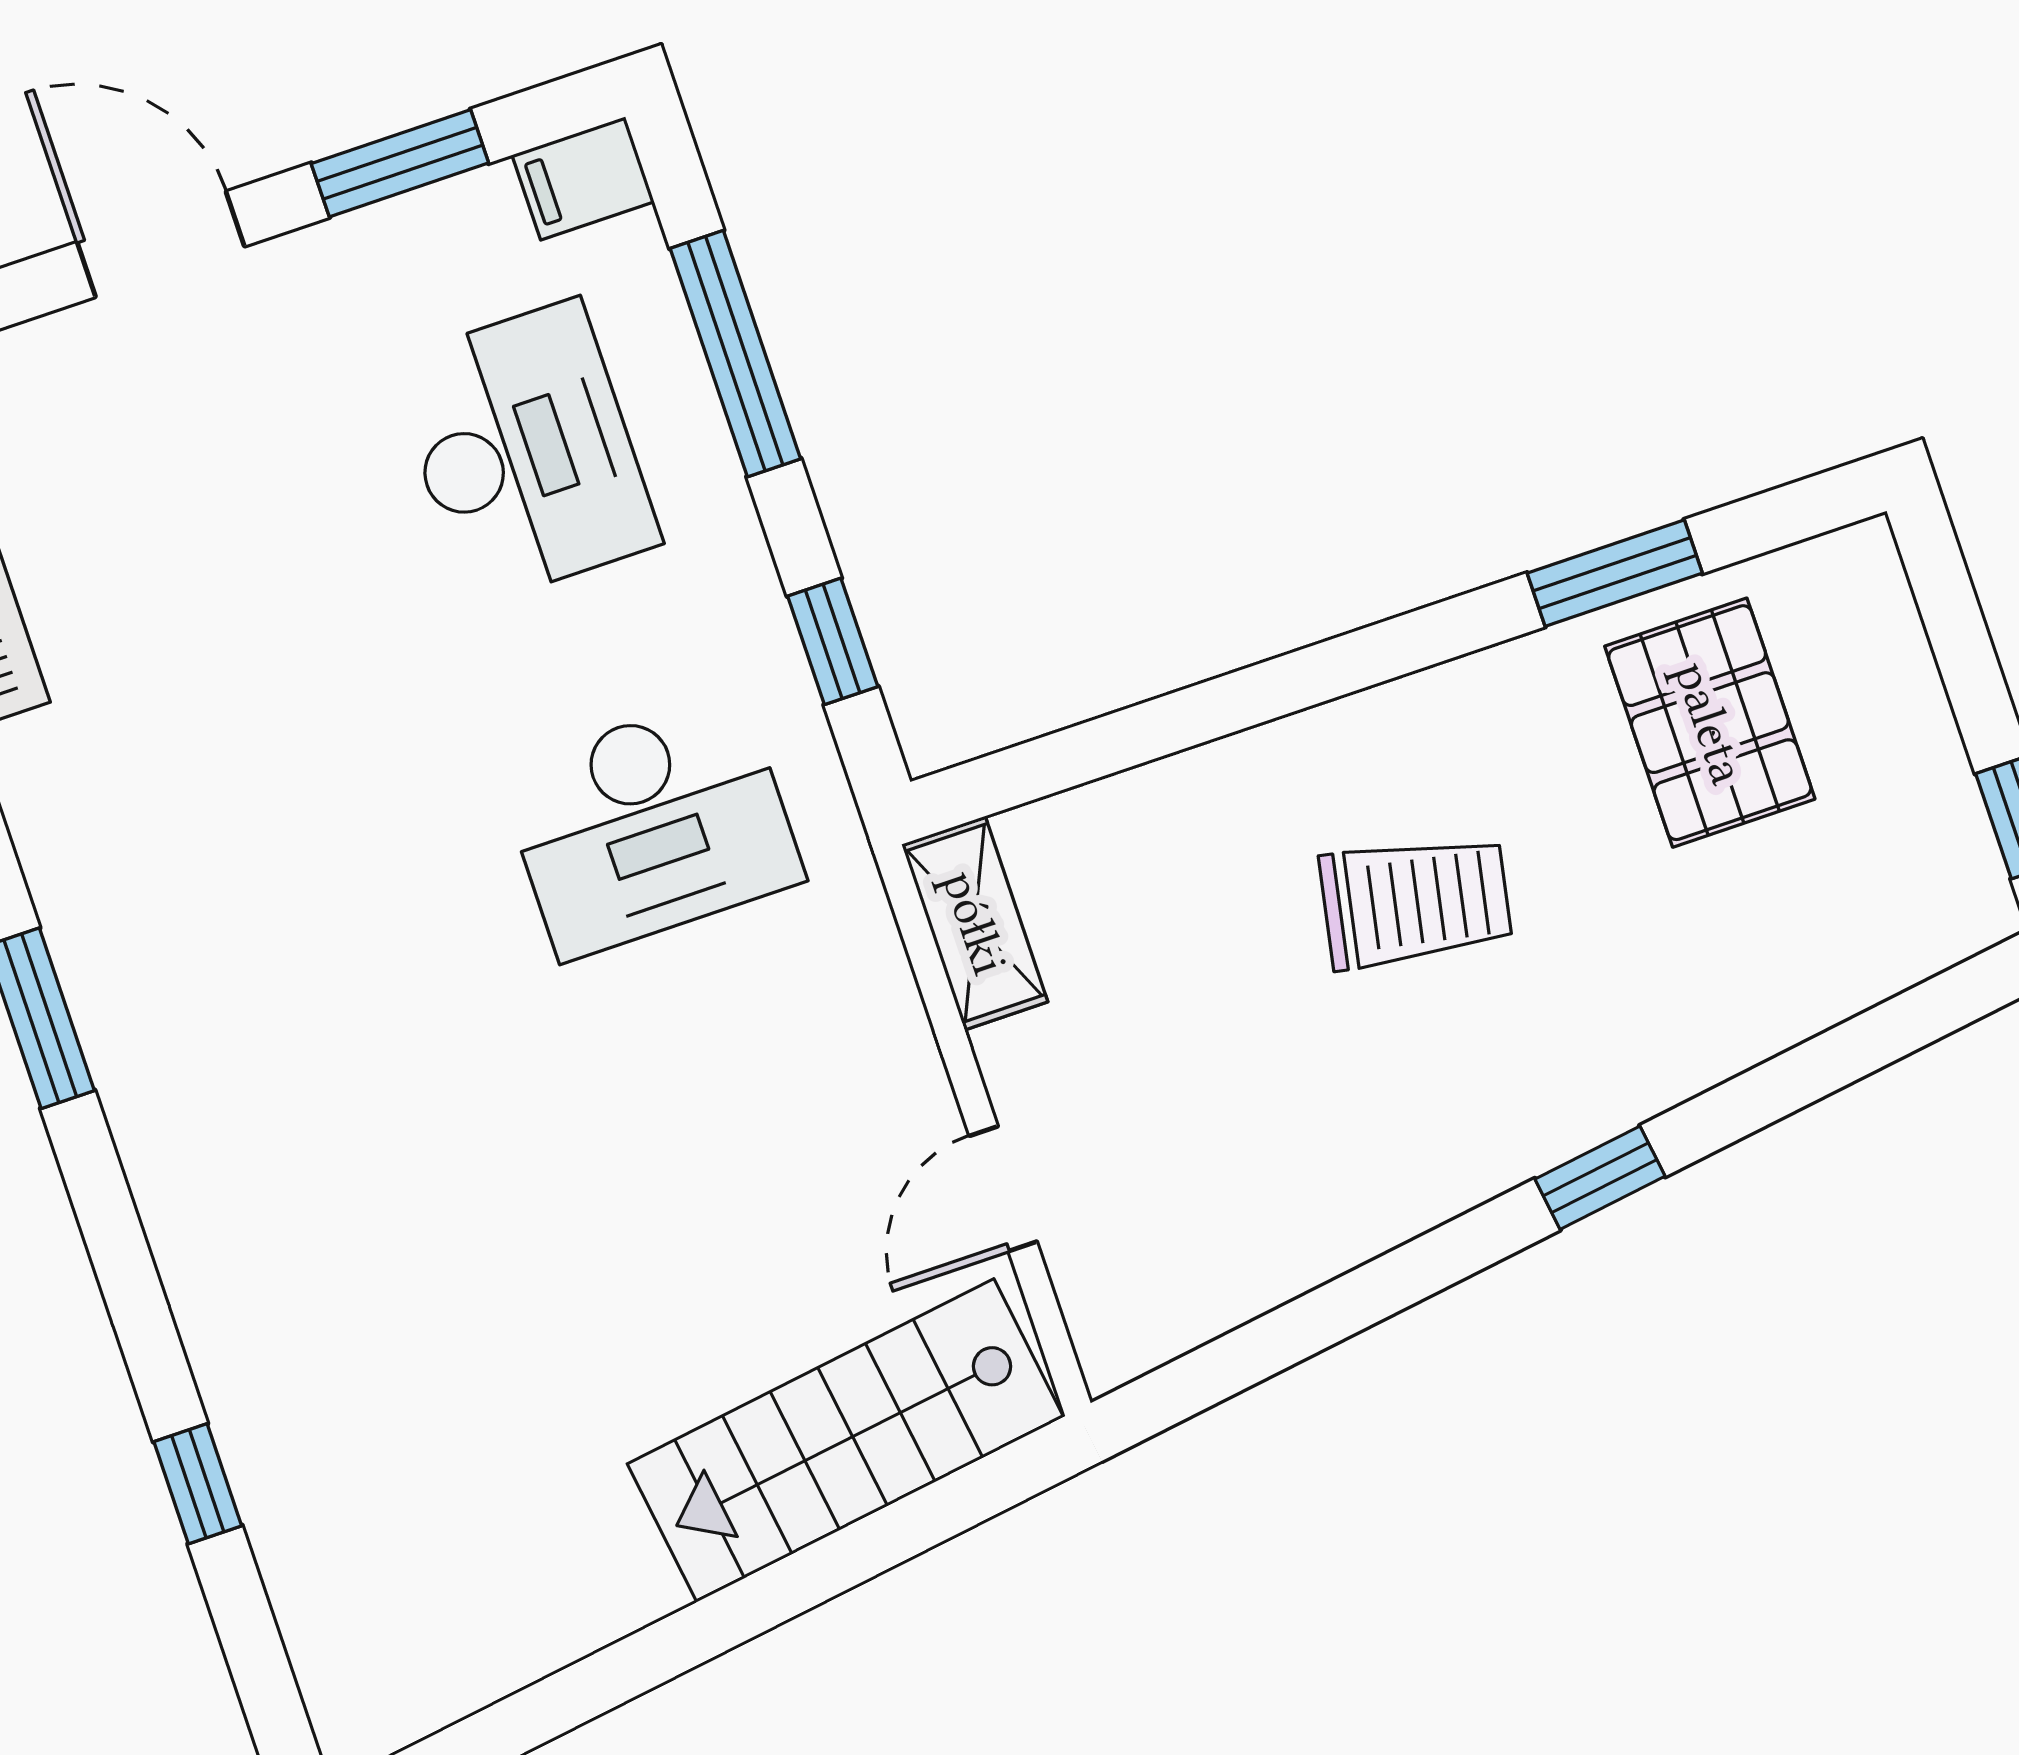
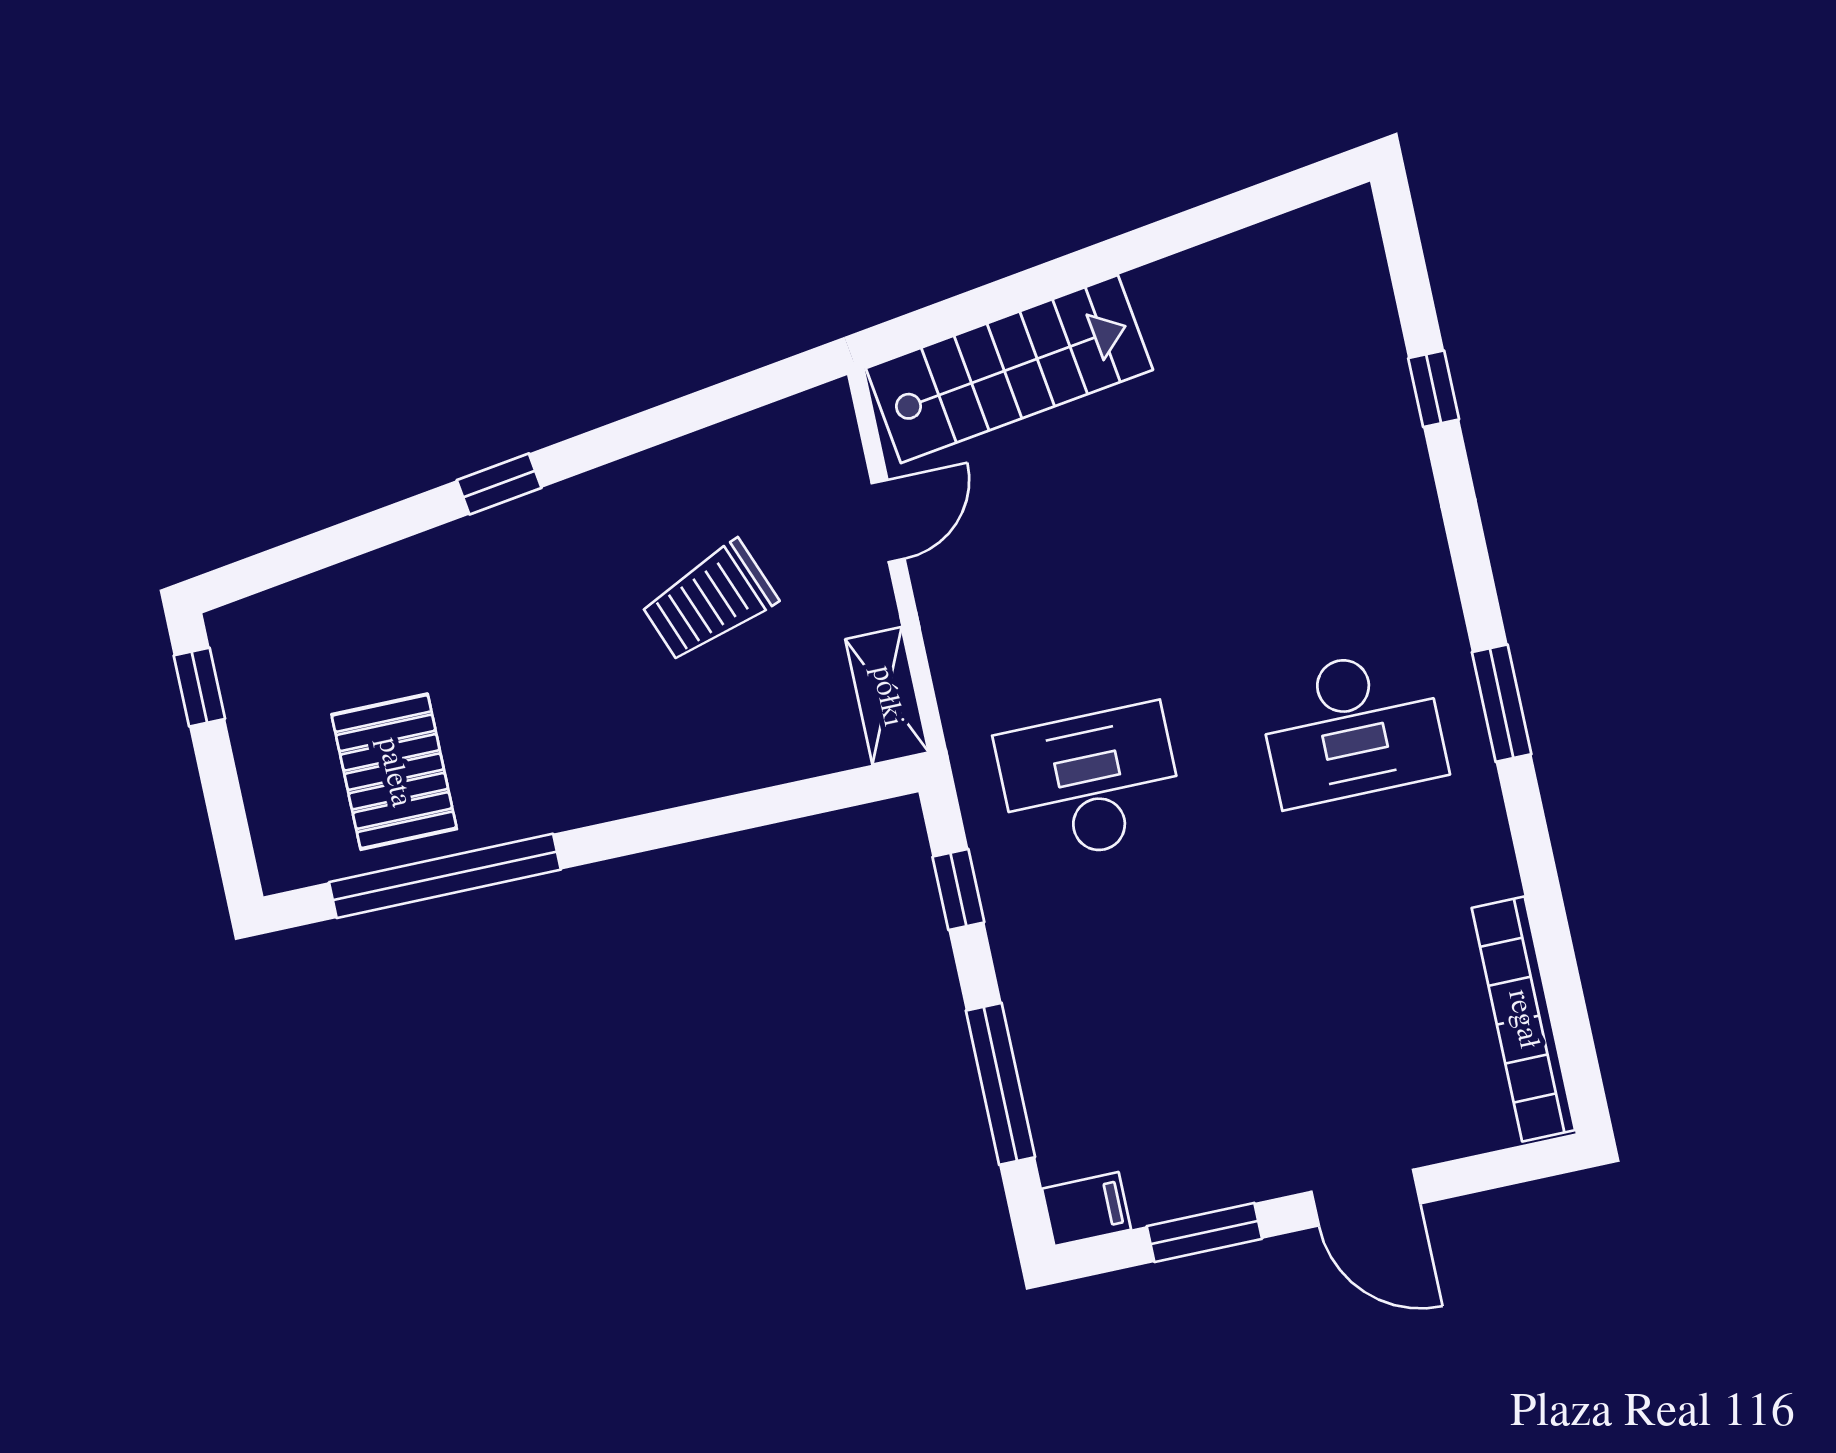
desk: (525, 452) -> (1352, 727), moved, turned -90
window: (1615, 573) -> (445, 876), width x2.11
trolley: (1416, 902) -> (709, 601), moved, turned -32

